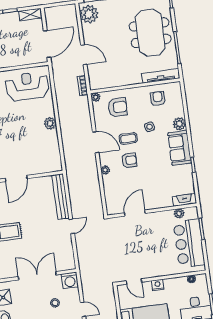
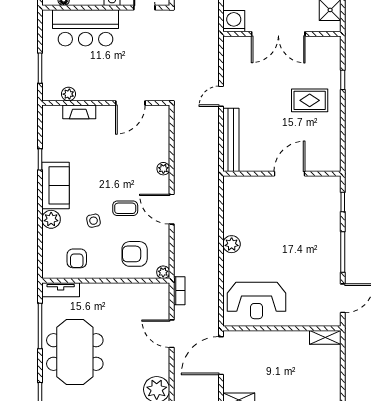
tv unit: (161, 76) -> (61, 290), width x0.71
armchair: (129, 160) -> (128, 178), removed
fireplace: (184, 200) -> (79, 112), moved
bar counter: (189, 243) -> (86, 28), moved, turned 90

